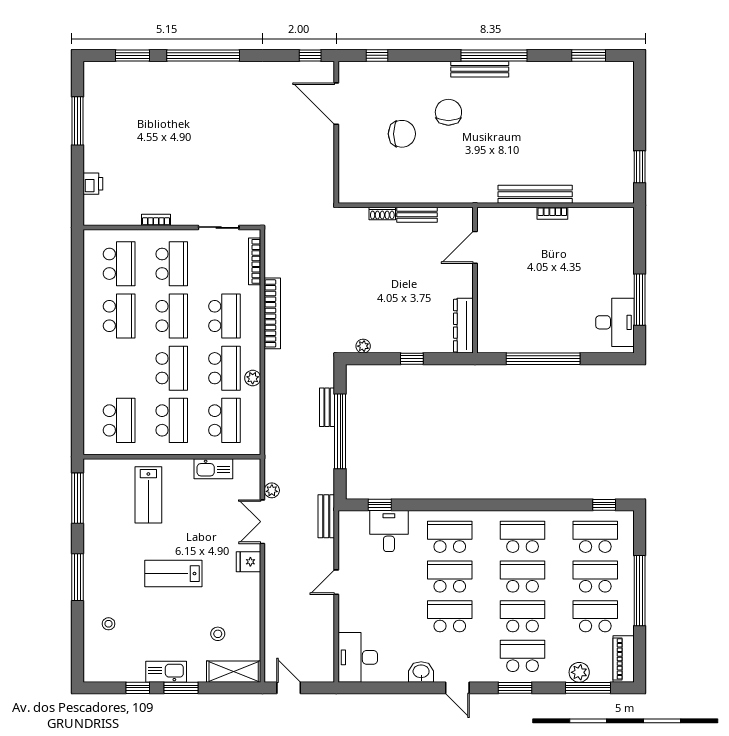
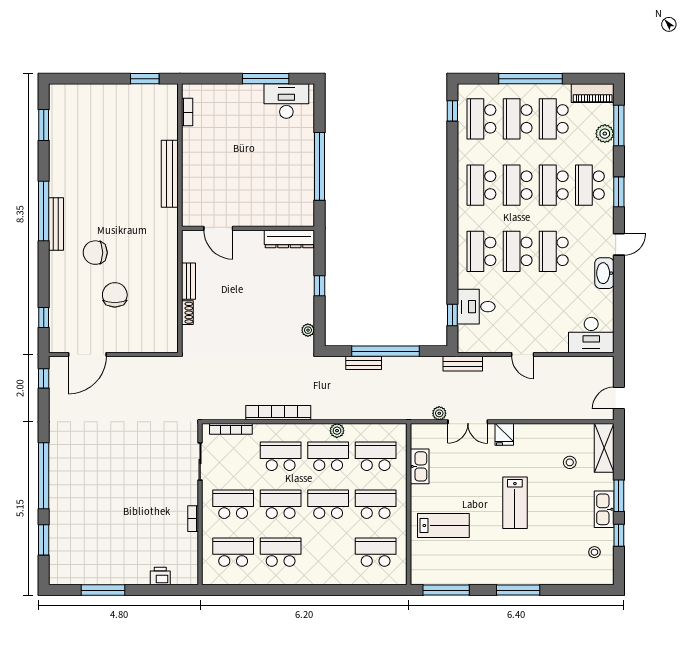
bookcase: (552, 213) -> (187, 112), moved
stool: (109, 624) -> (594, 552), moved
washbasin: (421, 672) -> (604, 273), width x1.38

